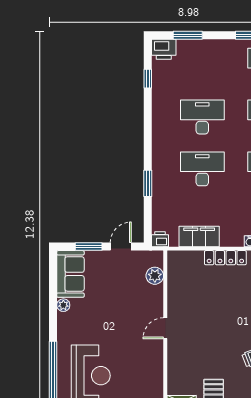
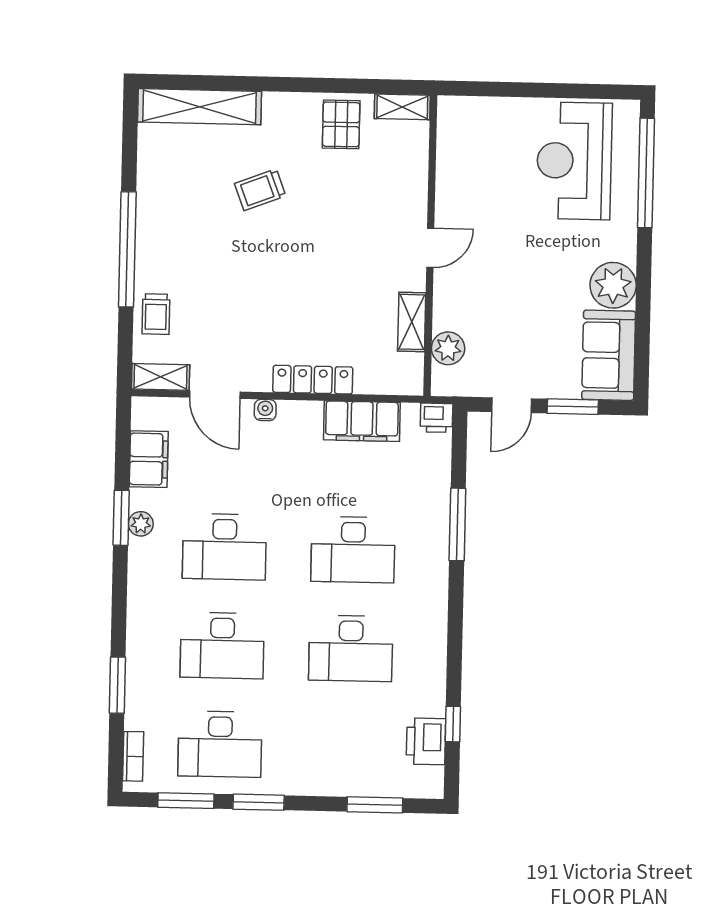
printer: (164, 49) -> (426, 741), moved, turned -90
window: (148, 183) -> (457, 524), width x1.44
shelving: (174, 289) -> (412, 322), added
plant: (63, 305) -> (613, 285), width x1.88, depth x1.88

